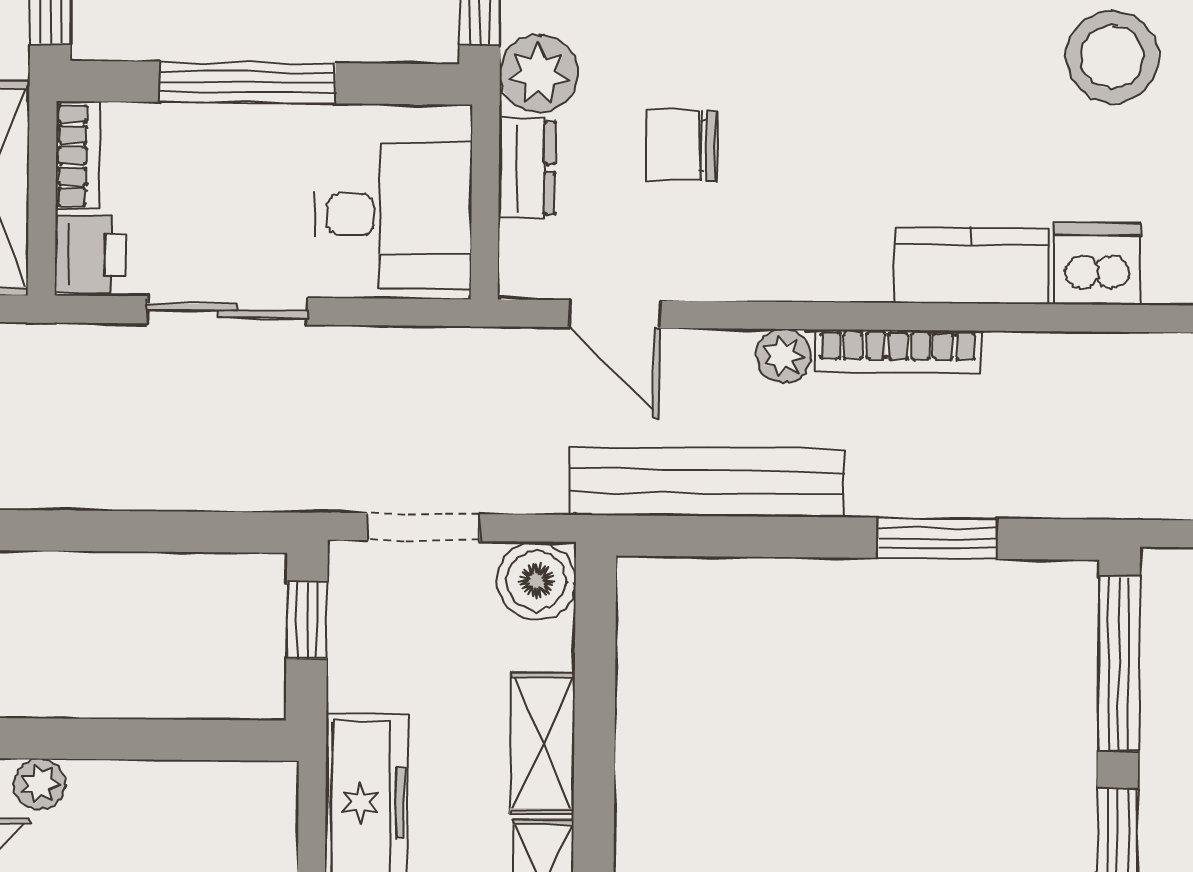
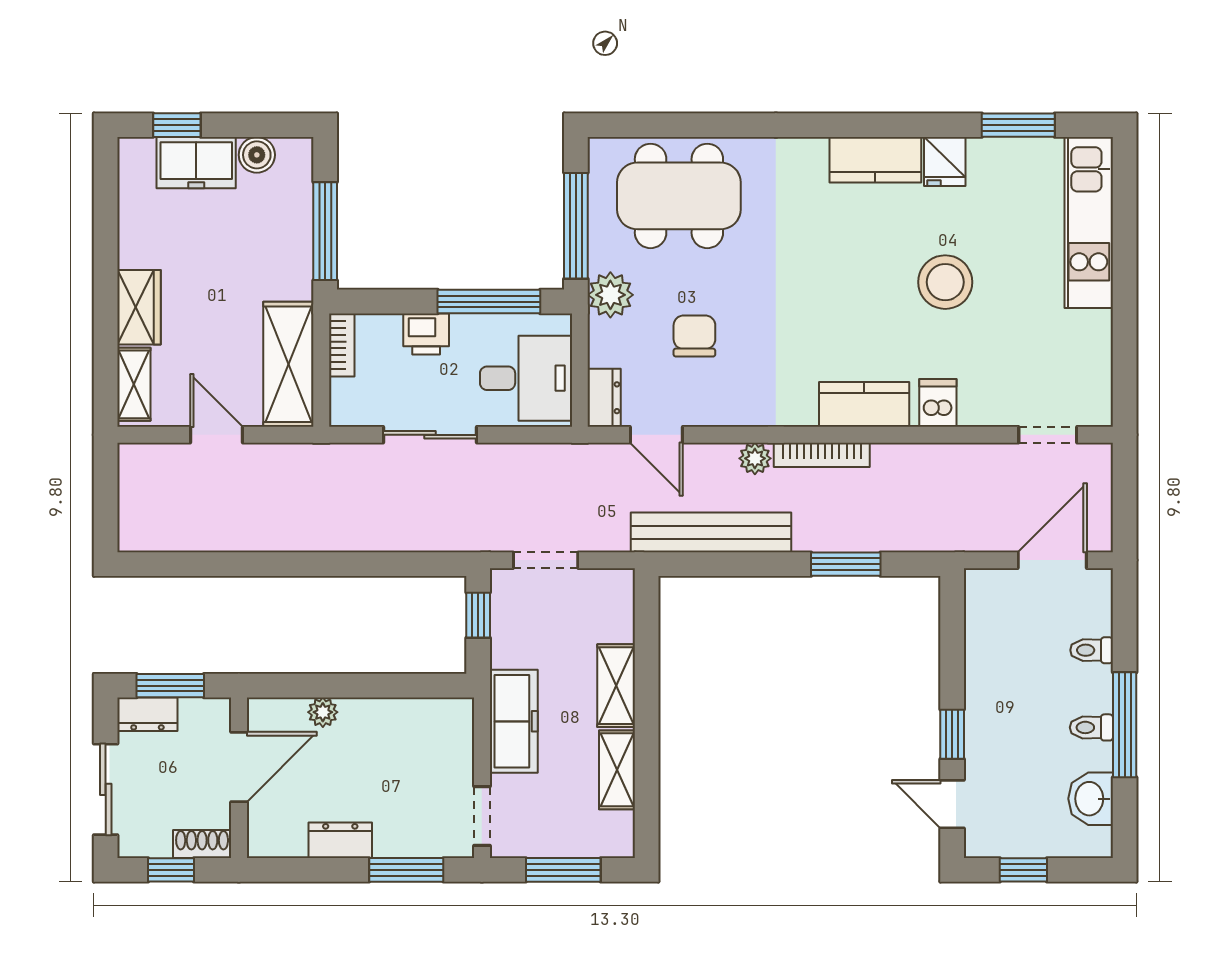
window: (248, 83) -> (489, 302), moved
chair: (682, 145) -> (694, 336), turned 90
dresser: (527, 168) -> (604, 398), moved
printer: (91, 254) -> (426, 334), moved, turned 90
dishwasher: (1098, 264) -> (938, 403), width x0.73
boiler: (537, 581) -> (612, 591), removed
window: (1119, 663) -> (952, 636), removed

